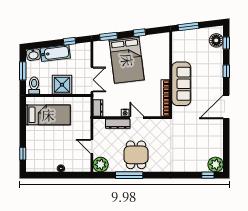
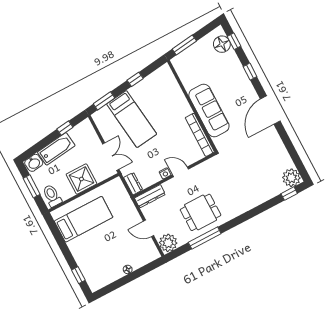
bed: (127, 60) -> (132, 119), width x0.67
dresser: (118, 124) -> (150, 196), moved
dining table: (136, 155) -> (201, 212), turned 90

